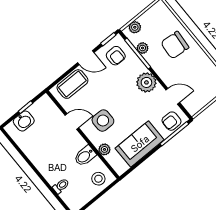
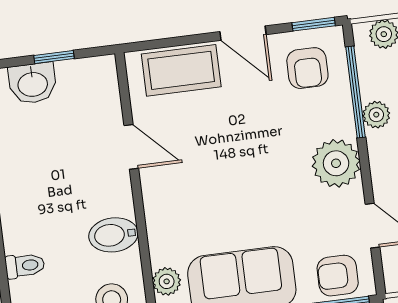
plant: (143, 48) -> (376, 115), moved
side table: (103, 121) -> (197, 185), removed
plant: (104, 149) -> (167, 281), moved

